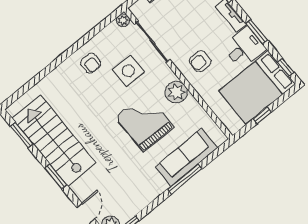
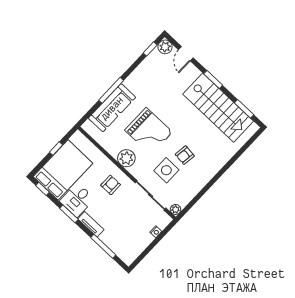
armchair: (91, 63) -> (185, 155), moved, turned -83

